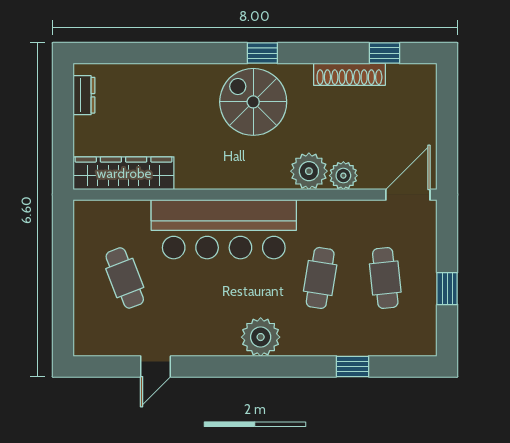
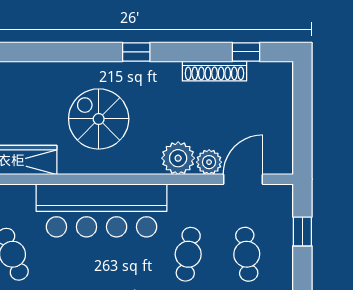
spiral stairs: (253, 102) -> (99, 119), moved
door: (408, 195) -> (243, 179), moved
window: (447, 289) -> (302, 232), moved

